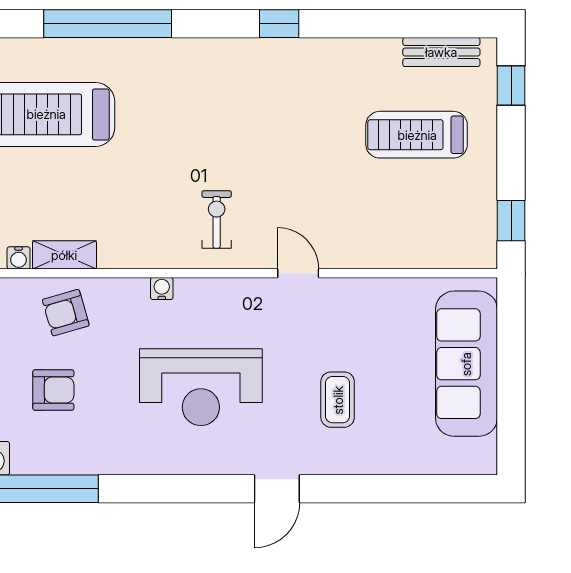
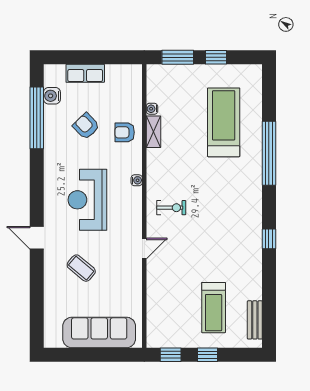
window: (511, 85) -> (207, 355), moved
treadmill: (417, 135) -> (214, 308), turned 180
armchair: (66, 313) -> (125, 132), turned -74
armchair: (53, 390) -> (86, 126), turned 136
coffee table: (338, 400) -> (81, 268), turned 40

